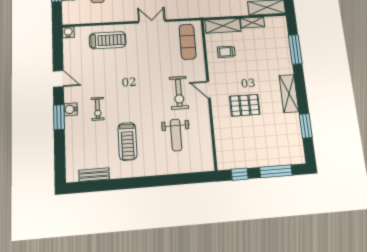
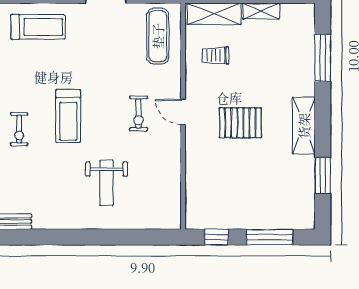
exercise bike: (179, 93) -> (138, 113), width x0.73, depth x0.72
pallet: (245, 105) -> (240, 123), moved
weight bench: (176, 135) -> (107, 183), moved
treadmill: (127, 141) -> (68, 116), moved

